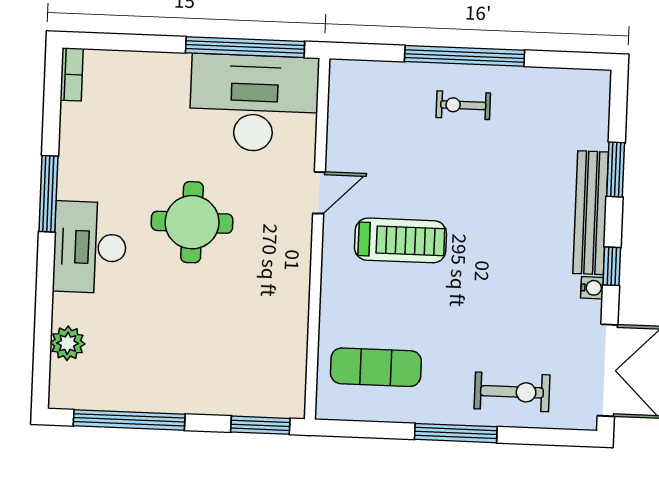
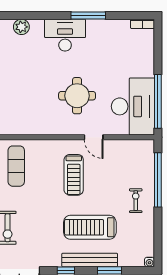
window: (465, 56) -> (158, 180), moved
treadmill: (518, 209) -> (90, 227), added
round table: (192, 222) -> (77, 96), moved
water cooler: (592, 288) -> (149, 262), moved

